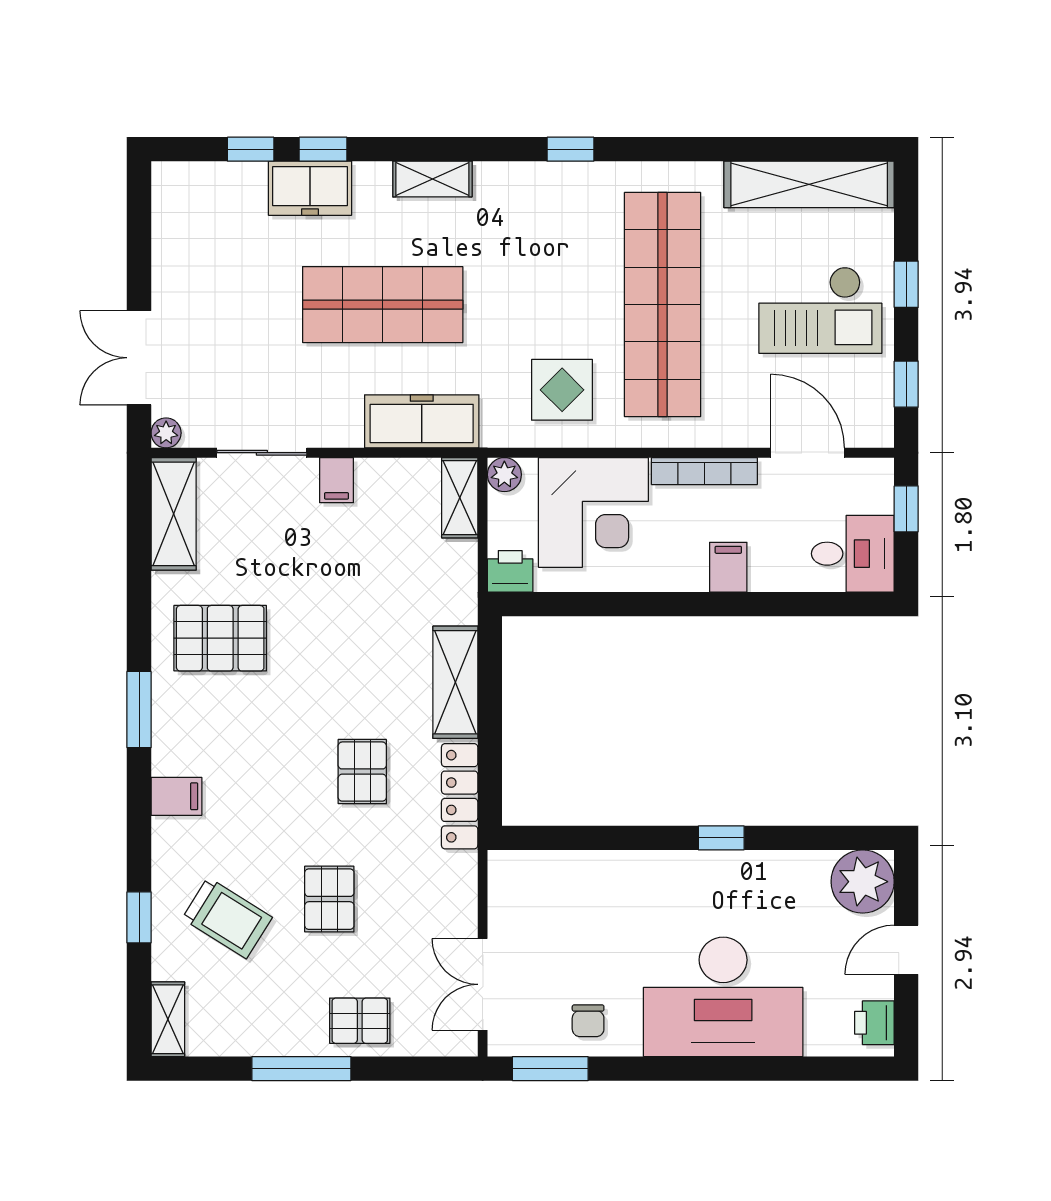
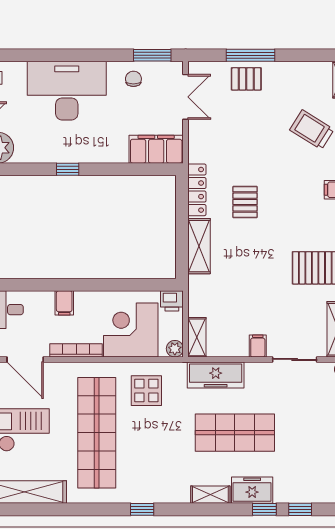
freezer: (310, 188) -> (252, 490), moved
filing cabinet: (542, 878) -> (156, 149), added
pallet: (329, 899) -> (261, 139), removed
window: (301, 1069) -> (251, 55), moved

